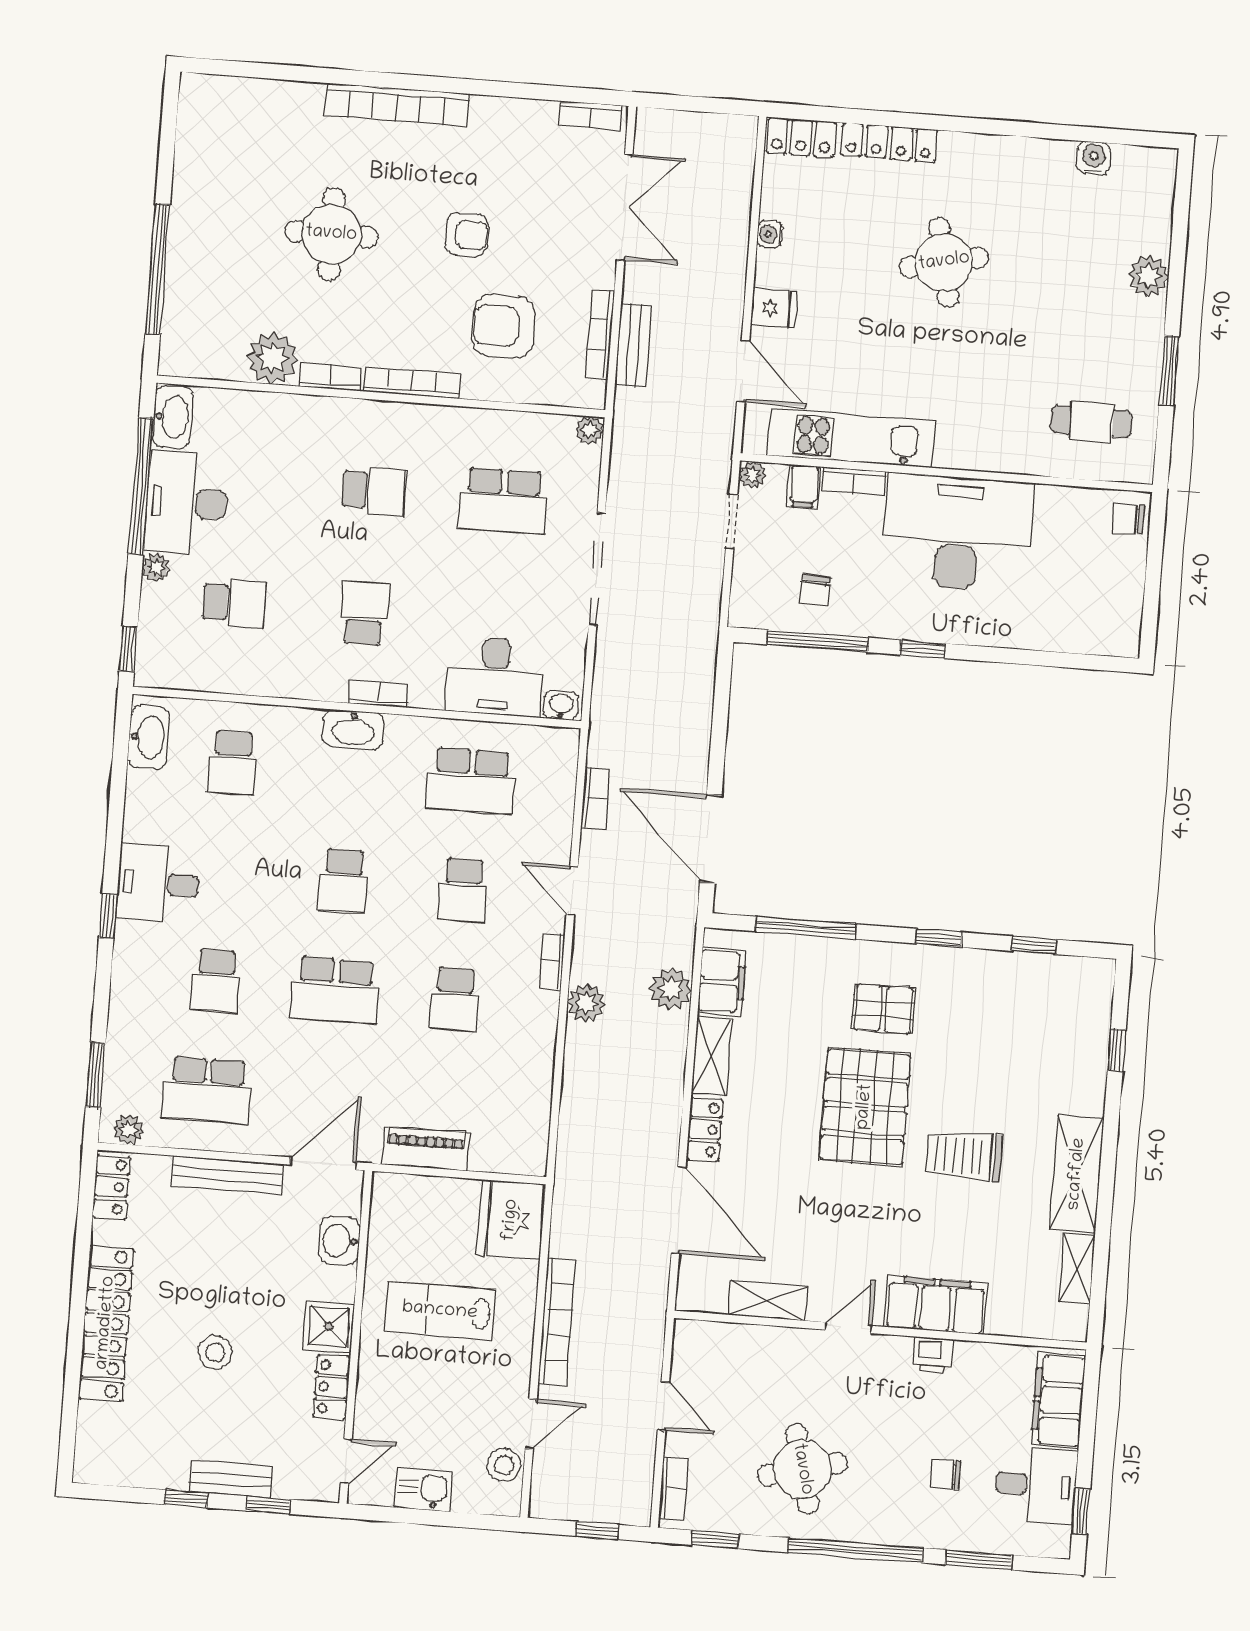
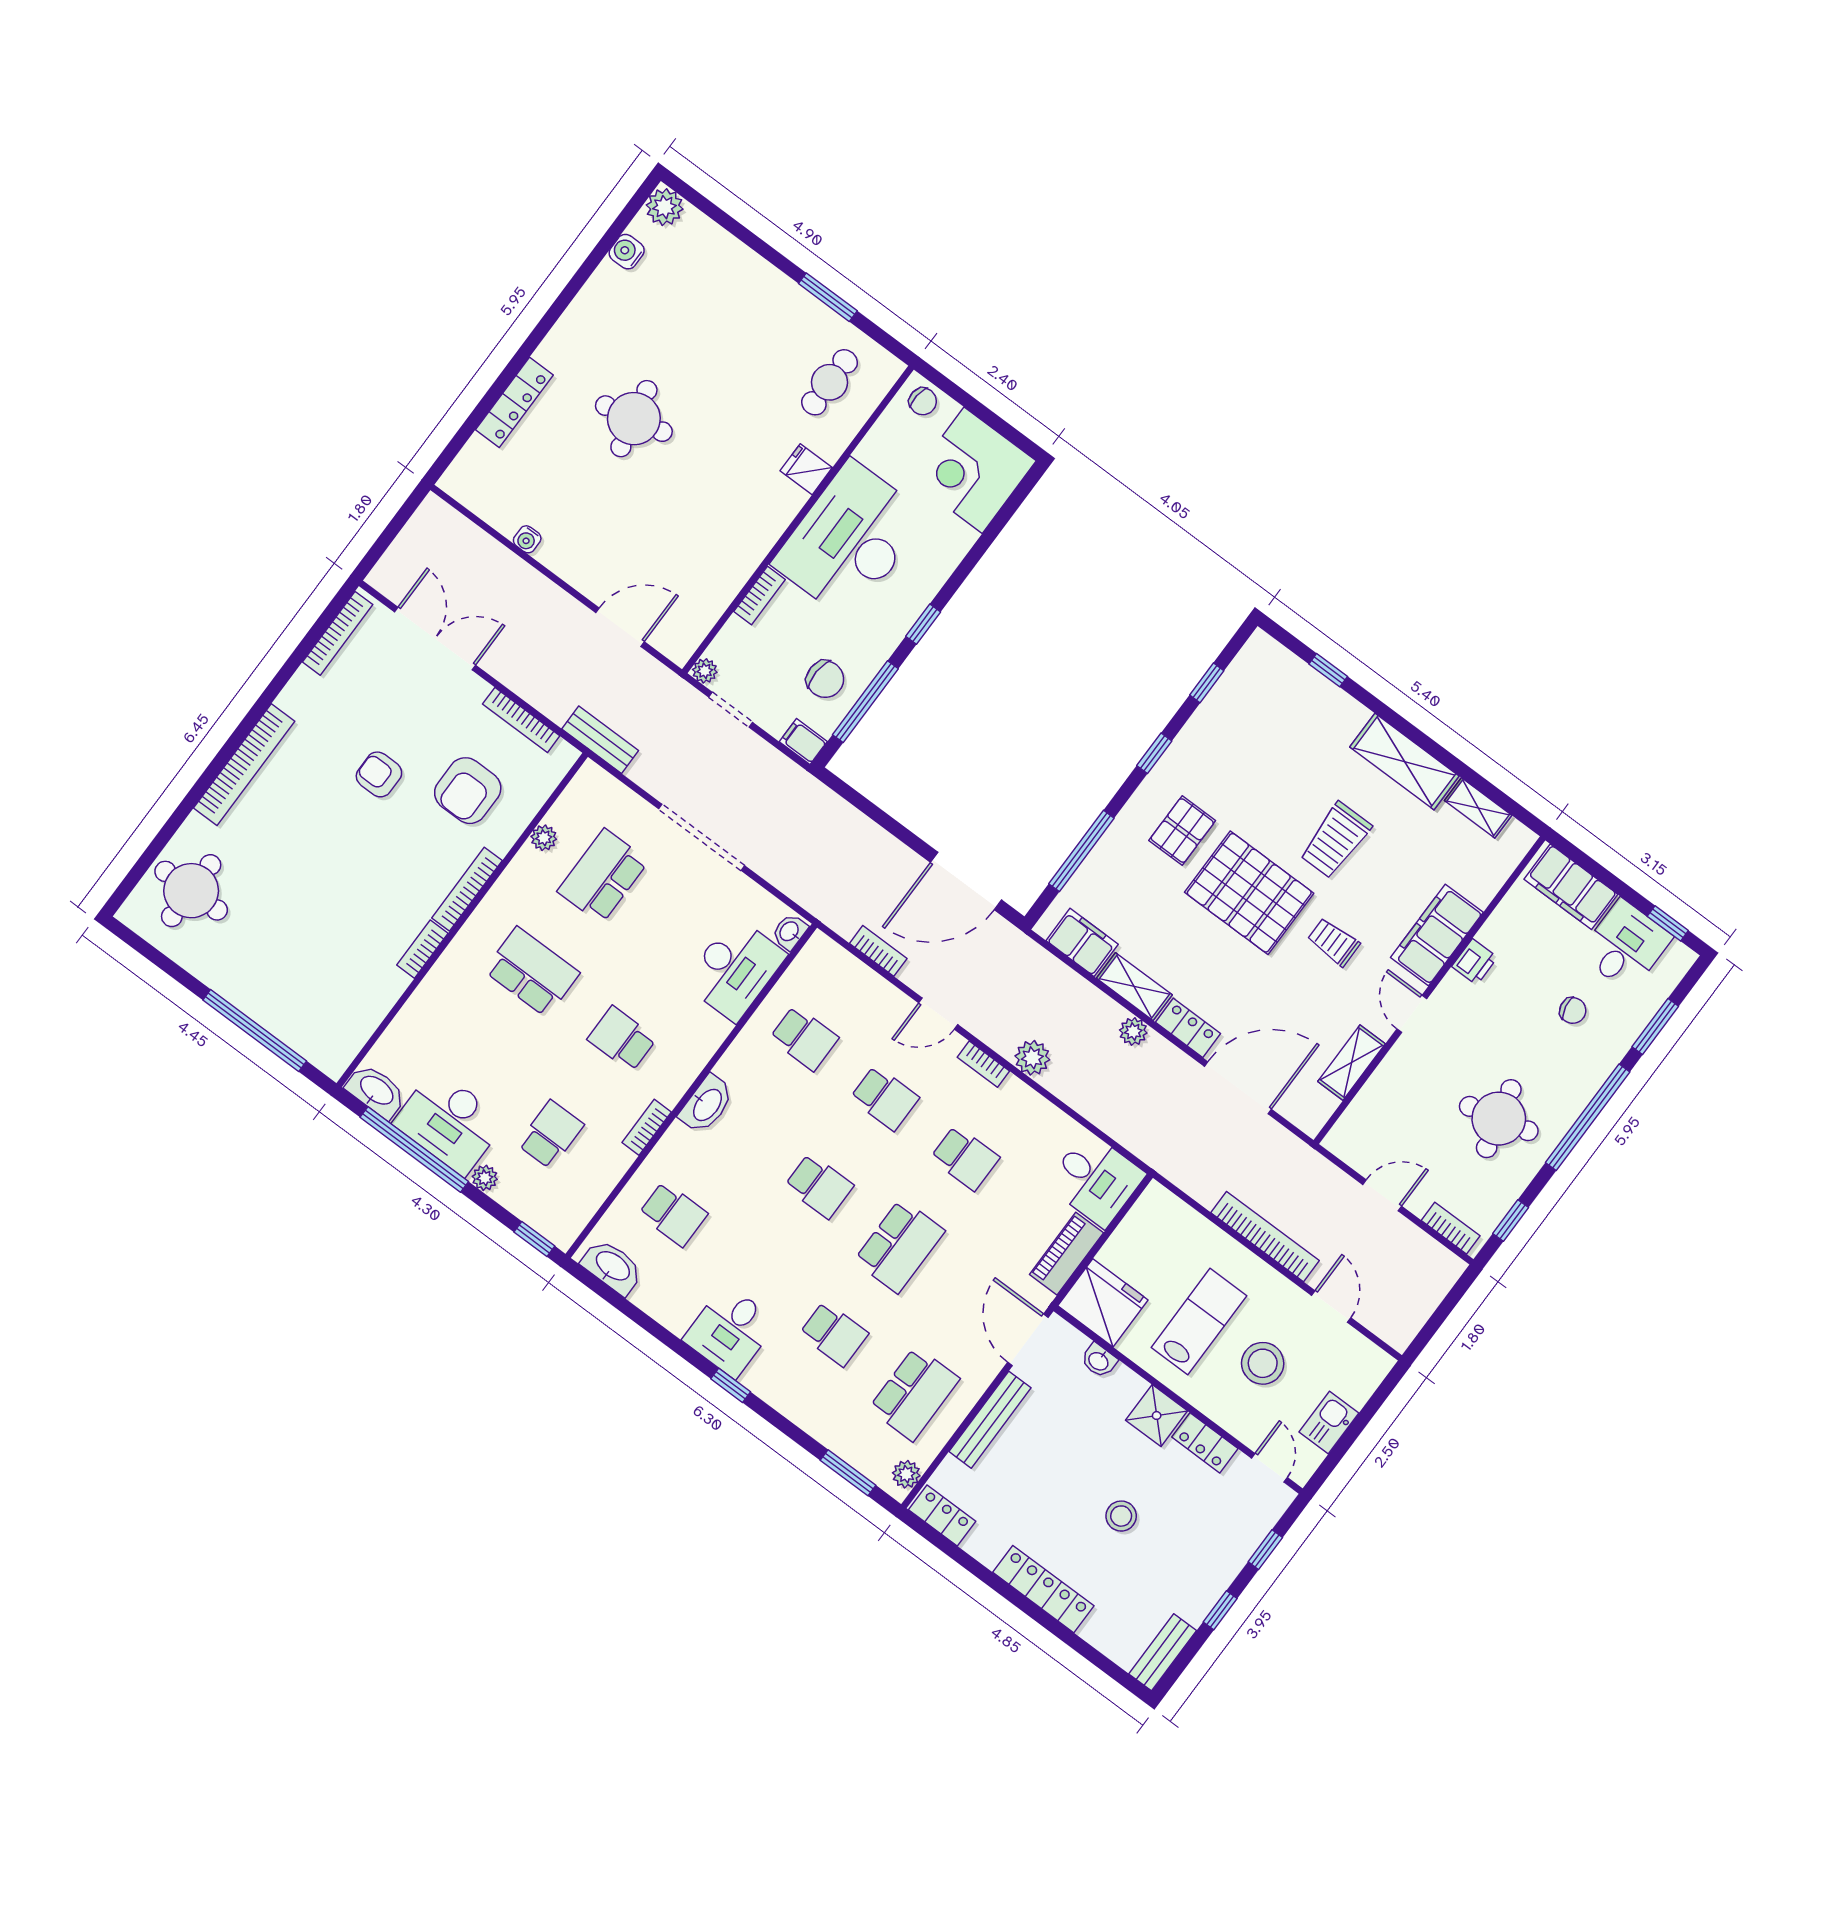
bookcase: (590, 115) -> (338, 633), width x1.56
locker: (801, 137) -> (467, 468), removed
round table: (331, 234) -> (191, 891), moved
armchair: (467, 235) -> (379, 774), turned -90
plant: (1149, 276) -> (665, 207), moved
fridge: (774, 308) -> (806, 469), moved, turned -90
bench: (633, 345) -> (600, 740), moved
plant: (272, 358) -> (380, 985), removed
plant: (590, 430) -> (544, 838), moved
kitchen unit: (851, 438) -> (725, 576), removed
filing cabinet: (804, 486) -> (803, 742), moved, turned 180
school desk: (374, 491) -> (532, 972), width x1.85
school desk: (503, 501) -> (603, 876), turned 180
chair: (1128, 519) -> (923, 401), turned -84
chair: (815, 591) -> (825, 679), width x1.37, depth x1.37
corner desk: (1094, 606) -> (973, 470), added
bookcase: (378, 694) -> (647, 1127), moved
school desk: (471, 781) -> (804, 1038), width x0.54
plant: (671, 989) -> (1133, 1031), moved, width x0.73, depth x0.73
desk: (511, 1132) -> (1096, 1179), added
trolley: (869, 1213) -> (1334, 942), added
fridge: (511, 1220) -> (1103, 1303), moved, turned 180
washbasin: (339, 1241) -> (1099, 1361), width x0.72, depth x0.69
lab bench: (440, 1311) -> (1199, 1322), turned 180
locker: (106, 1323) -> (1043, 1589), width x0.71, depth x0.83
stool: (504, 1465) -> (1263, 1363), moved, width x1.38, depth x1.38
chair: (945, 1474) -> (1573, 1011), turned -101
bench: (231, 1479) -> (1163, 1652), moved
window: (597, 1530) -> (1446, 1308), removed

